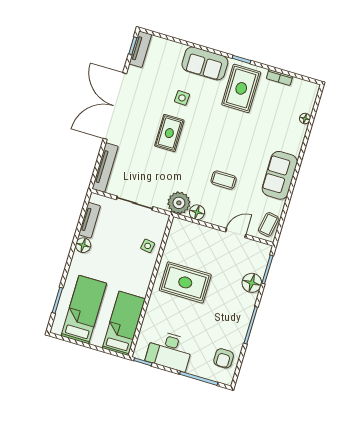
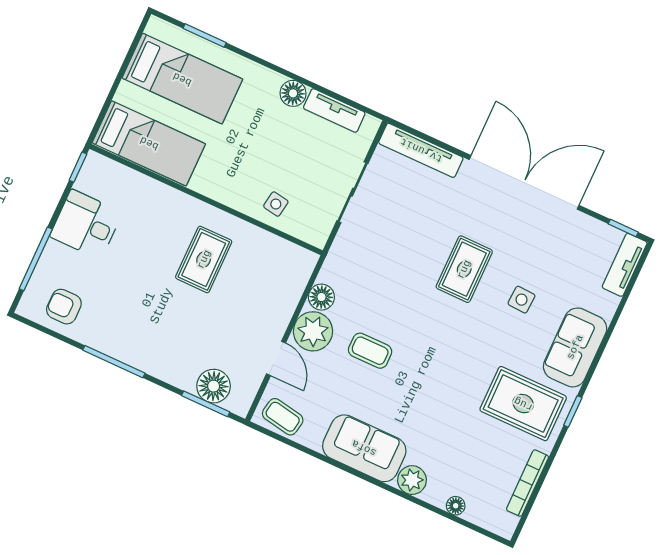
tv unit: (140, 49) -> (625, 265), moved, turned 90
bookcase: (280, 77) -> (527, 483), width x1.56
rug: (169, 133) -> (464, 269), turned 90
plant: (294, 146) -> (412, 480), added
coffee table: (224, 180) -> (370, 351), turned 90
plant: (179, 203) -> (313, 331), moved
rug: (185, 282) -> (204, 259), width x0.73, depth x0.70
floor lamp: (252, 283) -> (214, 386), moved
desk: (169, 351) -> (86, 224), width x0.73

